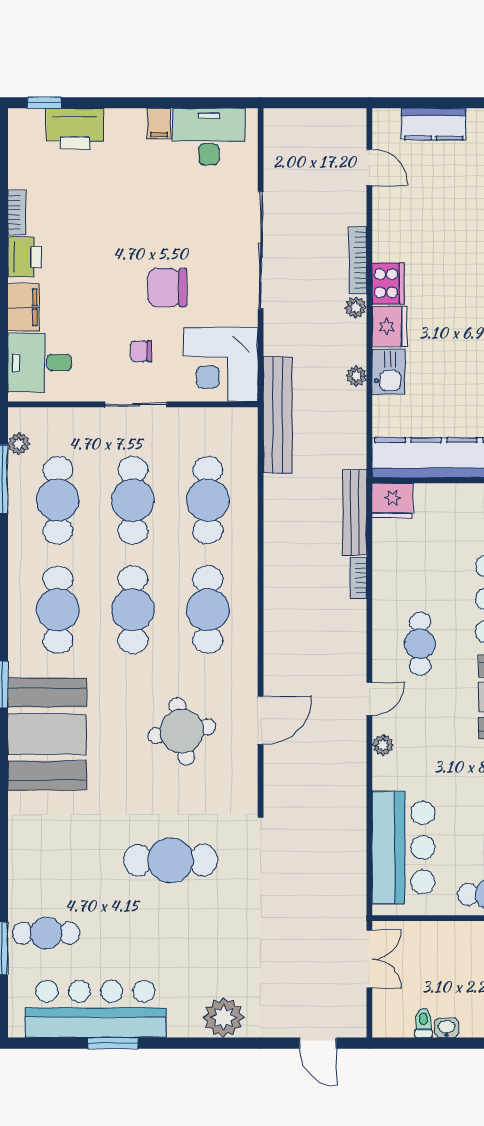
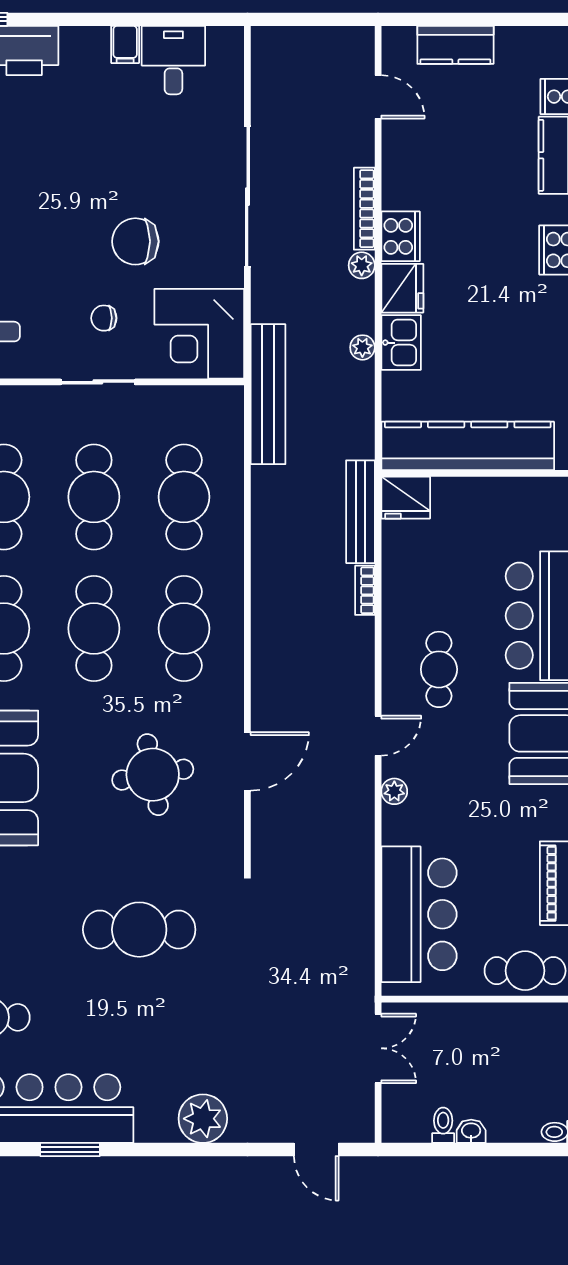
desk: (209, 137) -> (173, 60), width x0.73

